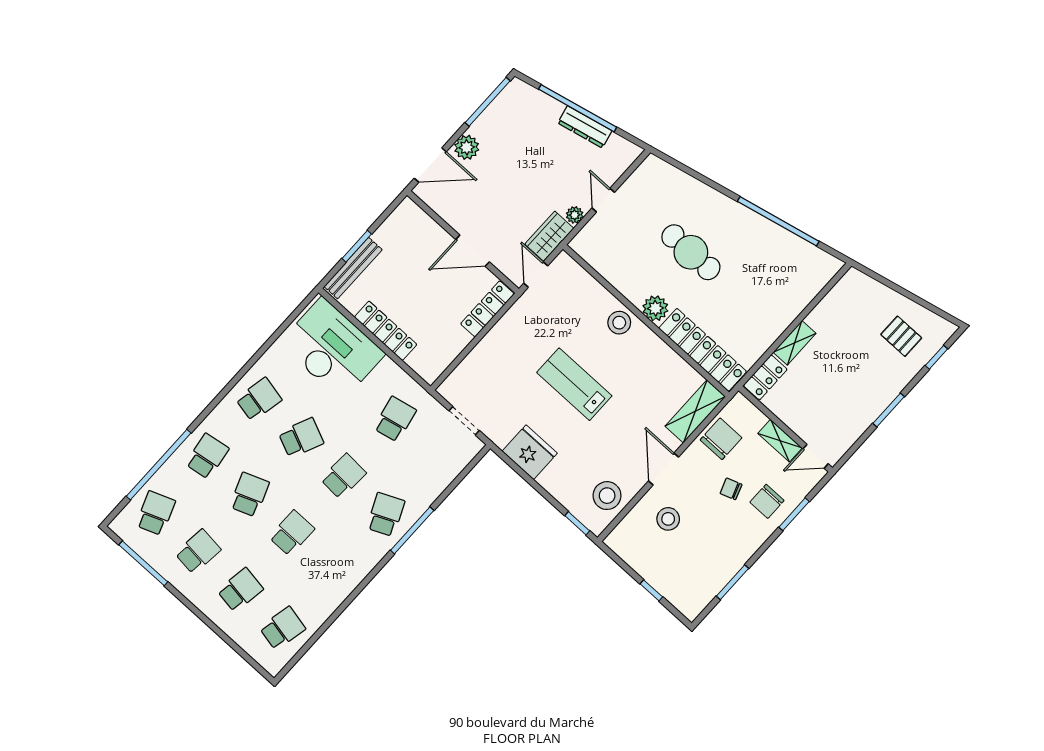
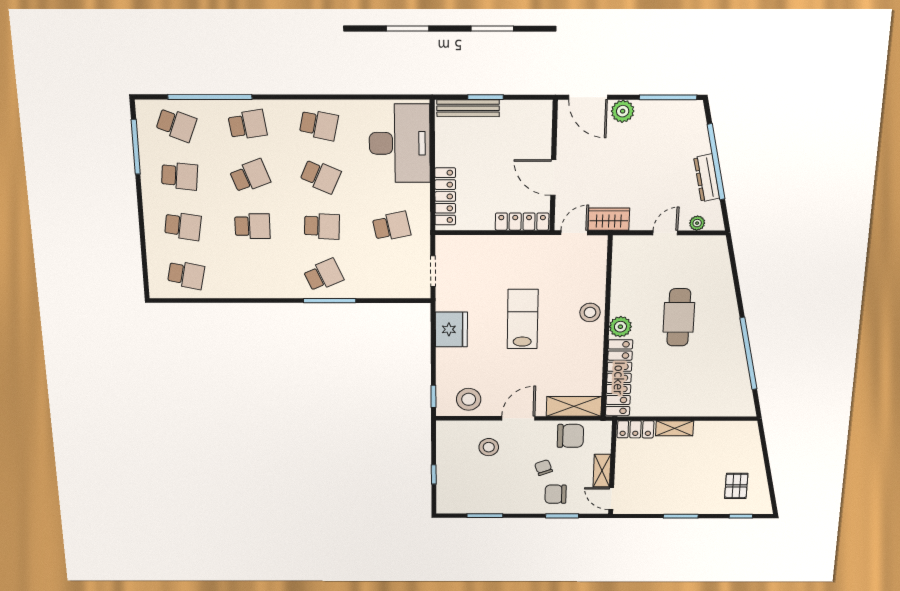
plant: (575, 215) -> (697, 223), moved
locker: (386, 331) -> (445, 196), moved
school desk: (156, 513) -> (176, 125), turned 42

